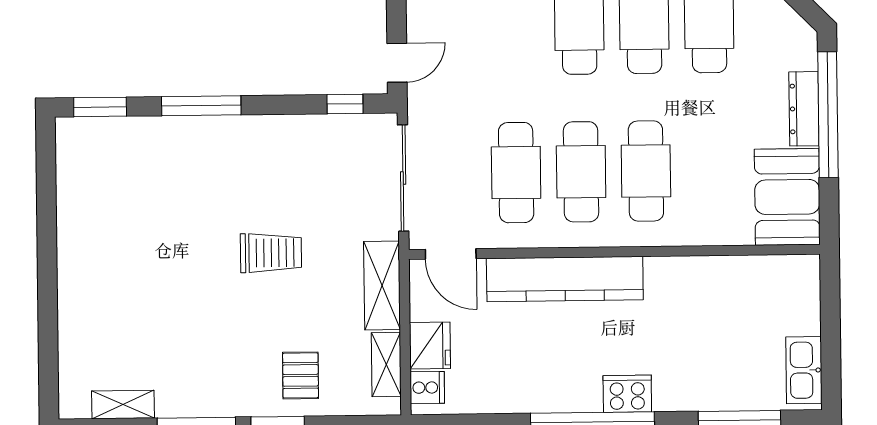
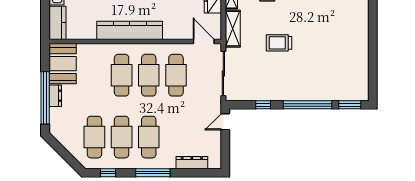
window: (345, 104) -> (263, 105), moved
window: (201, 106) -> (307, 105), width x1.46
dresser: (804, 109) -> (55, 96), width x0.70
kitchen counter: (565, 279) -> (130, 30), moved
kitchen counter: (801, 294) -> (57, 23), added

